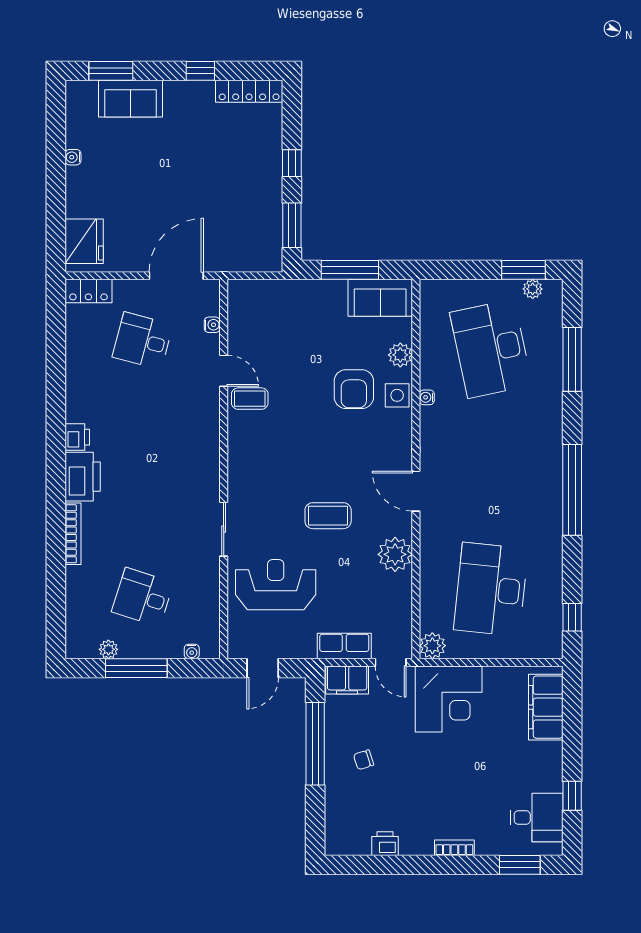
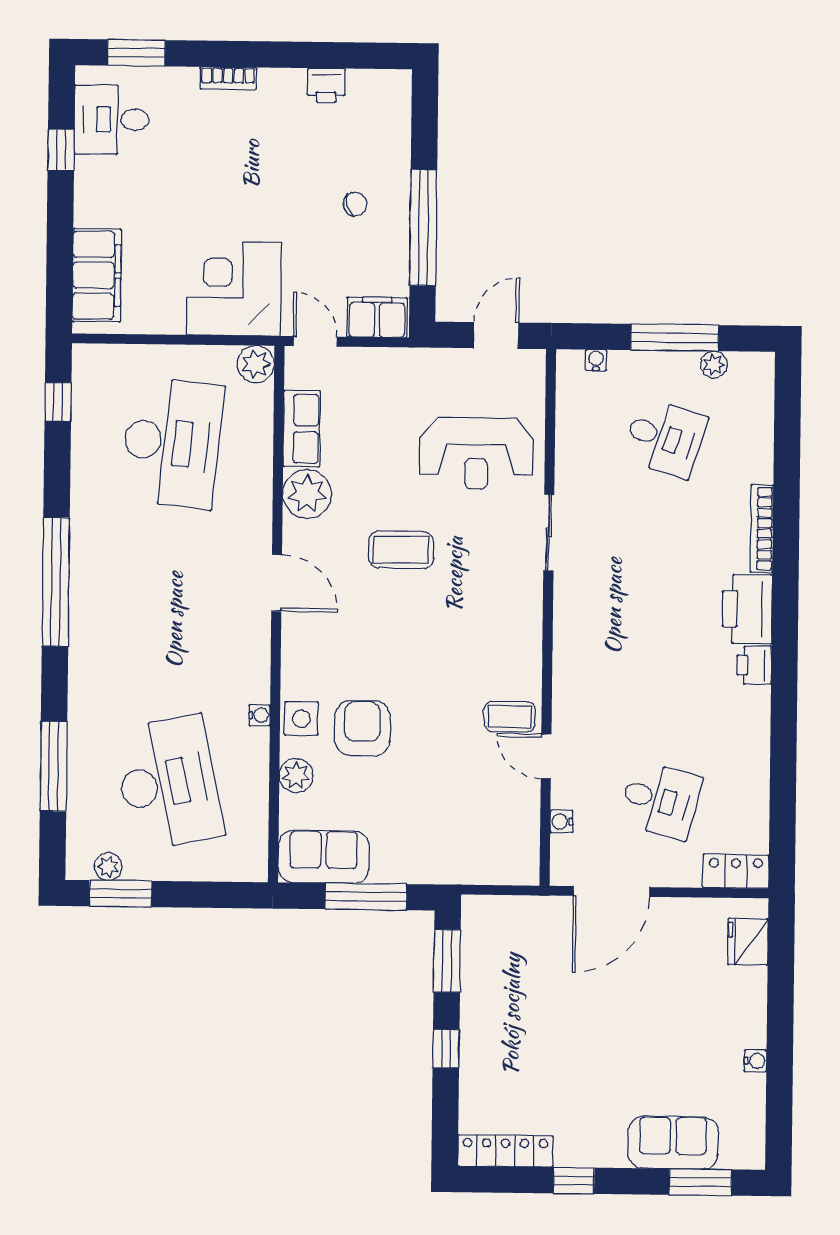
fridge: (84, 241) -> (748, 942), width x0.73, depth x0.75
row of seats: (344, 646) -> (302, 429), moved, turned -90

